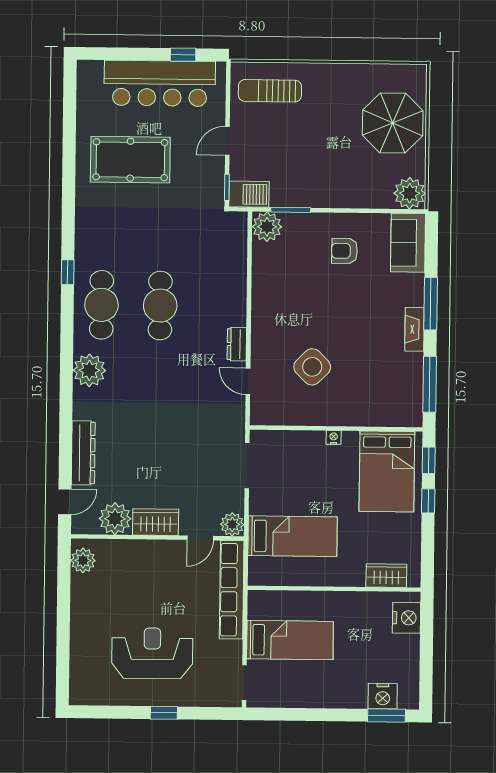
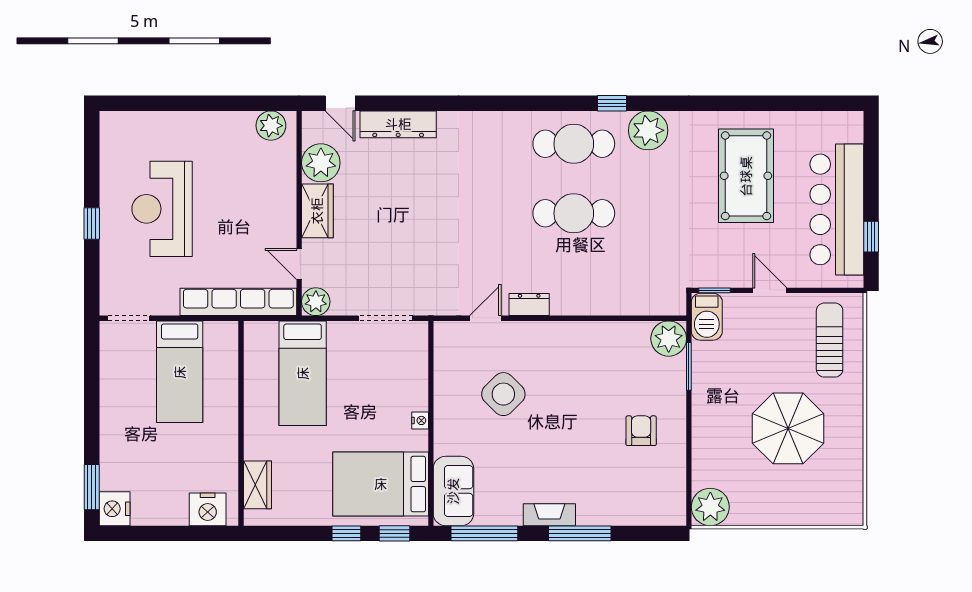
parasol: (393, 123) -> (788, 428), moved
sofa: (408, 243) -> (453, 491), moved, turned 90
plant: (89, 370) -> (648, 130), moved
reception desk: (152, 653) -> (162, 209), turned 180
nightstand: (383, 696) -> (115, 509), moved

